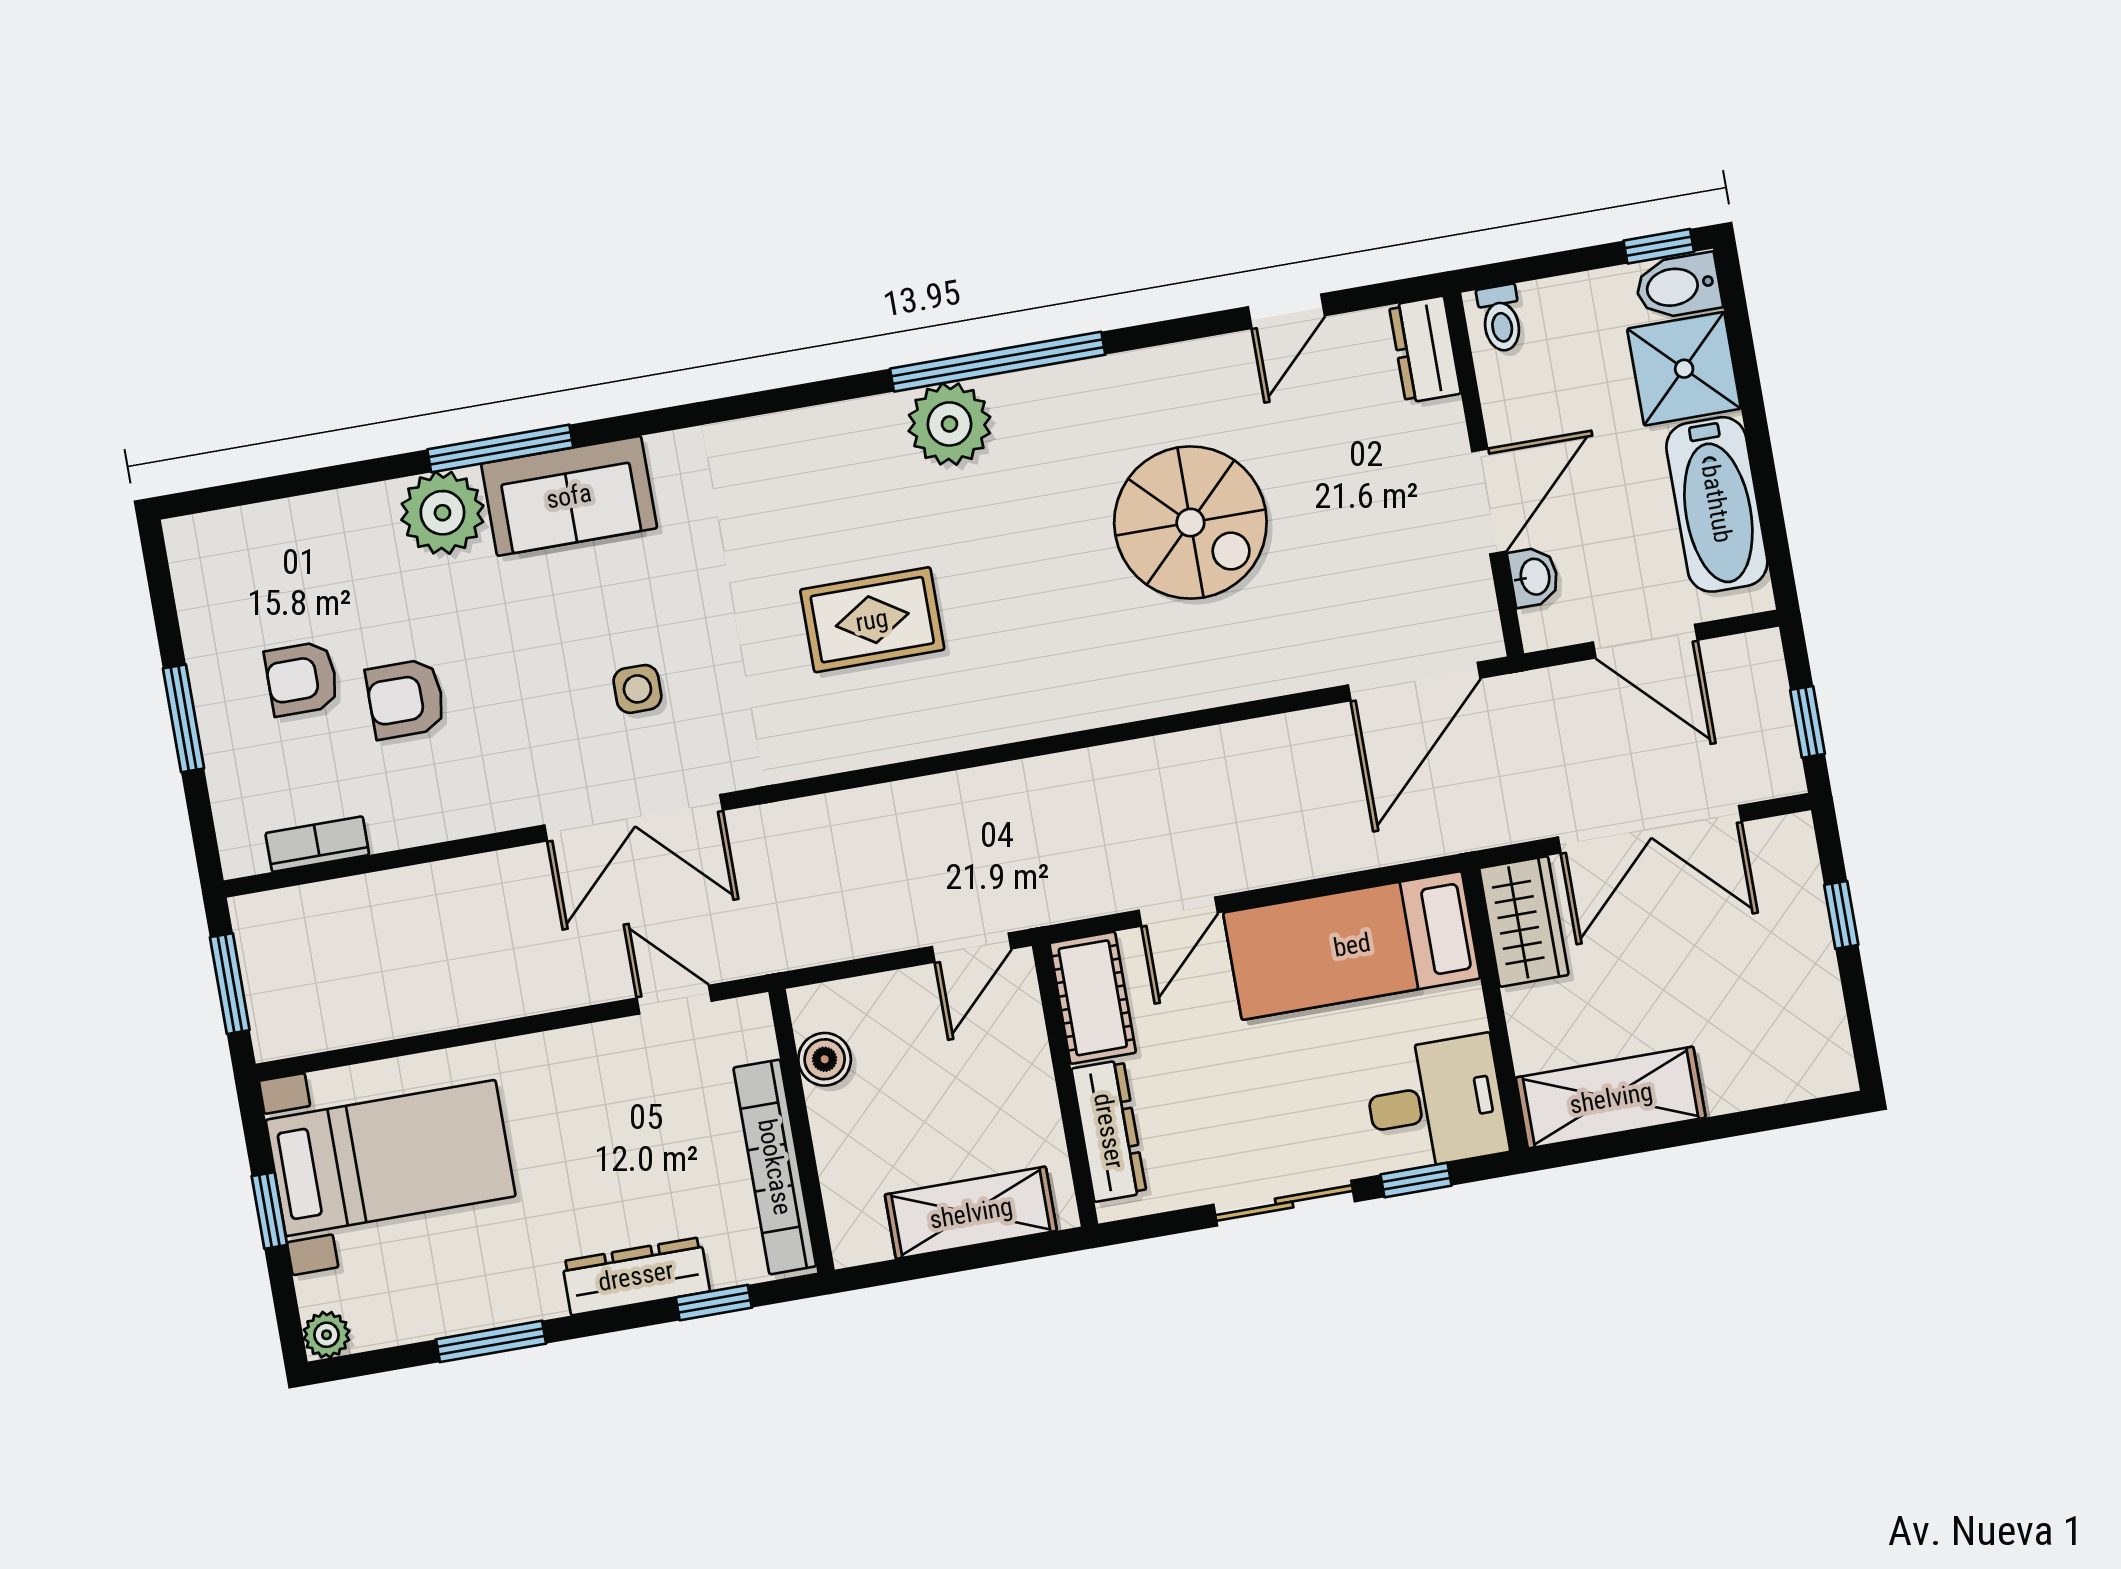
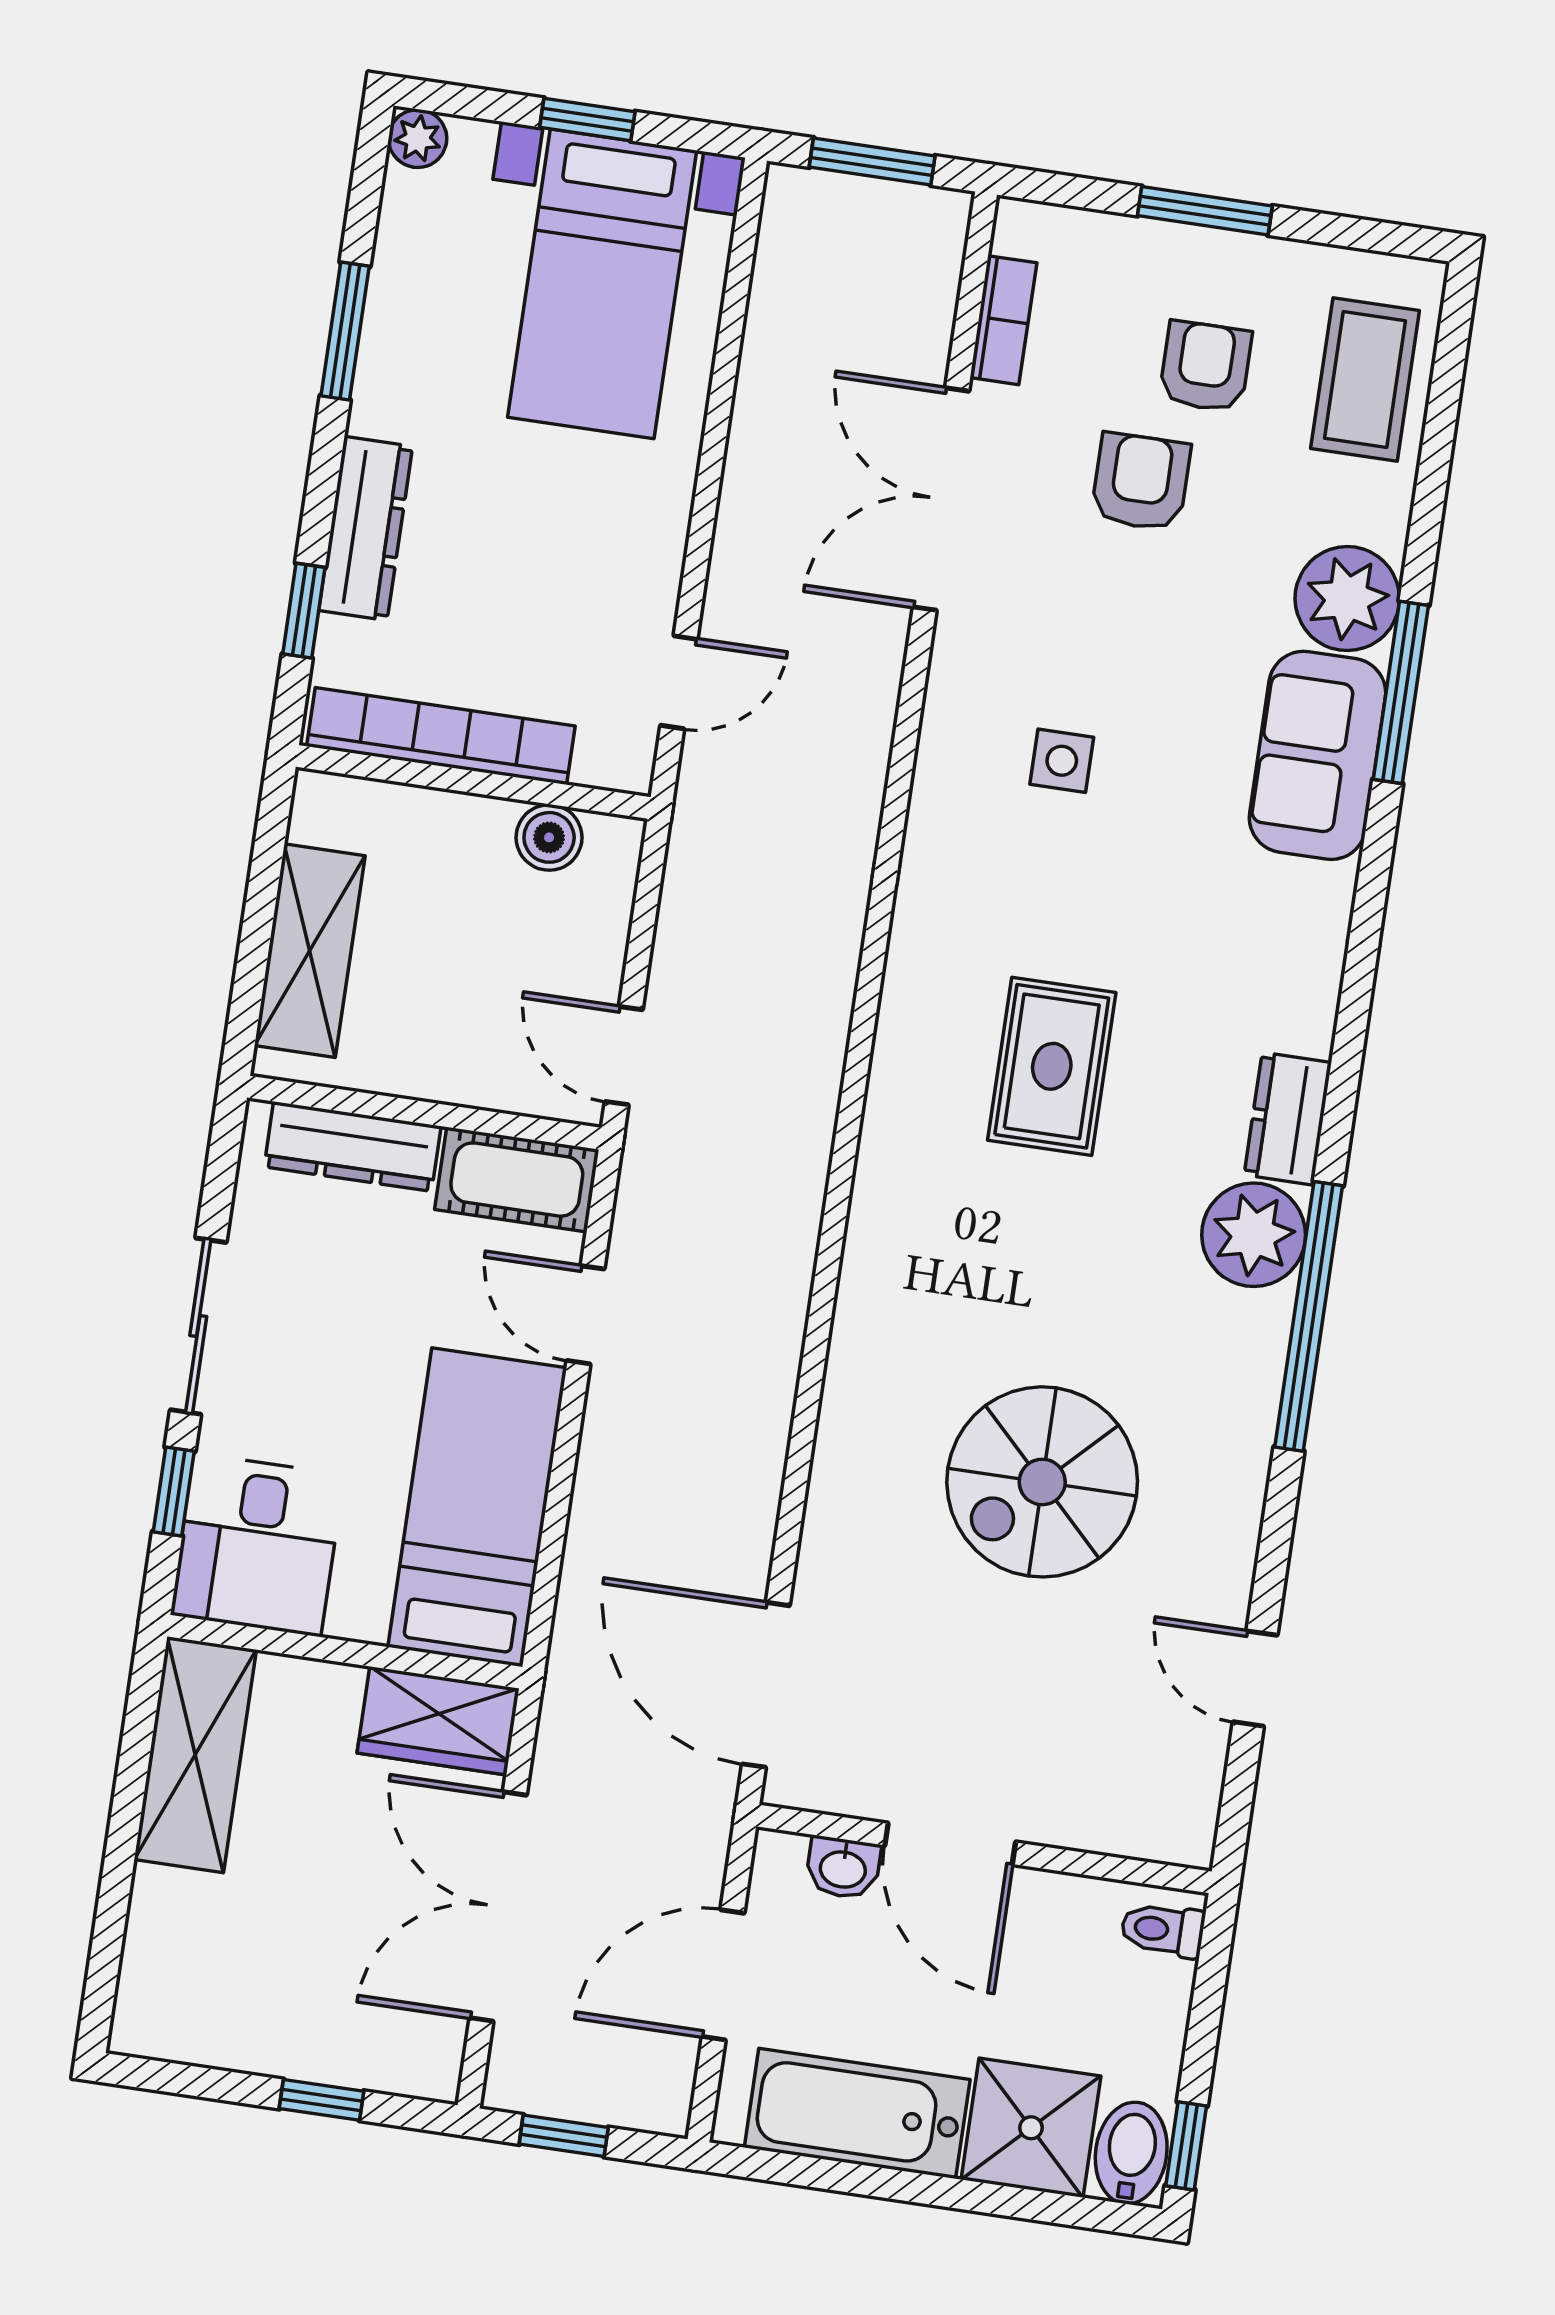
dresser: (1425, 349) -> (1288, 1119), moved, turned -90
coffee table: (272, 554) -> (1365, 380), added
double door: (634, 818) -> (941, 499), moved

